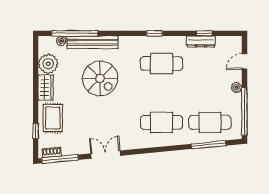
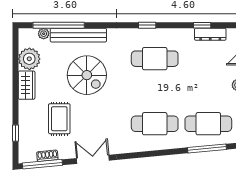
dresser: (201, 42) -> (210, 34), moved
rug: (53, 118) -> (59, 119), moved
shoe rack: (52, 153) -> (47, 156), moved

